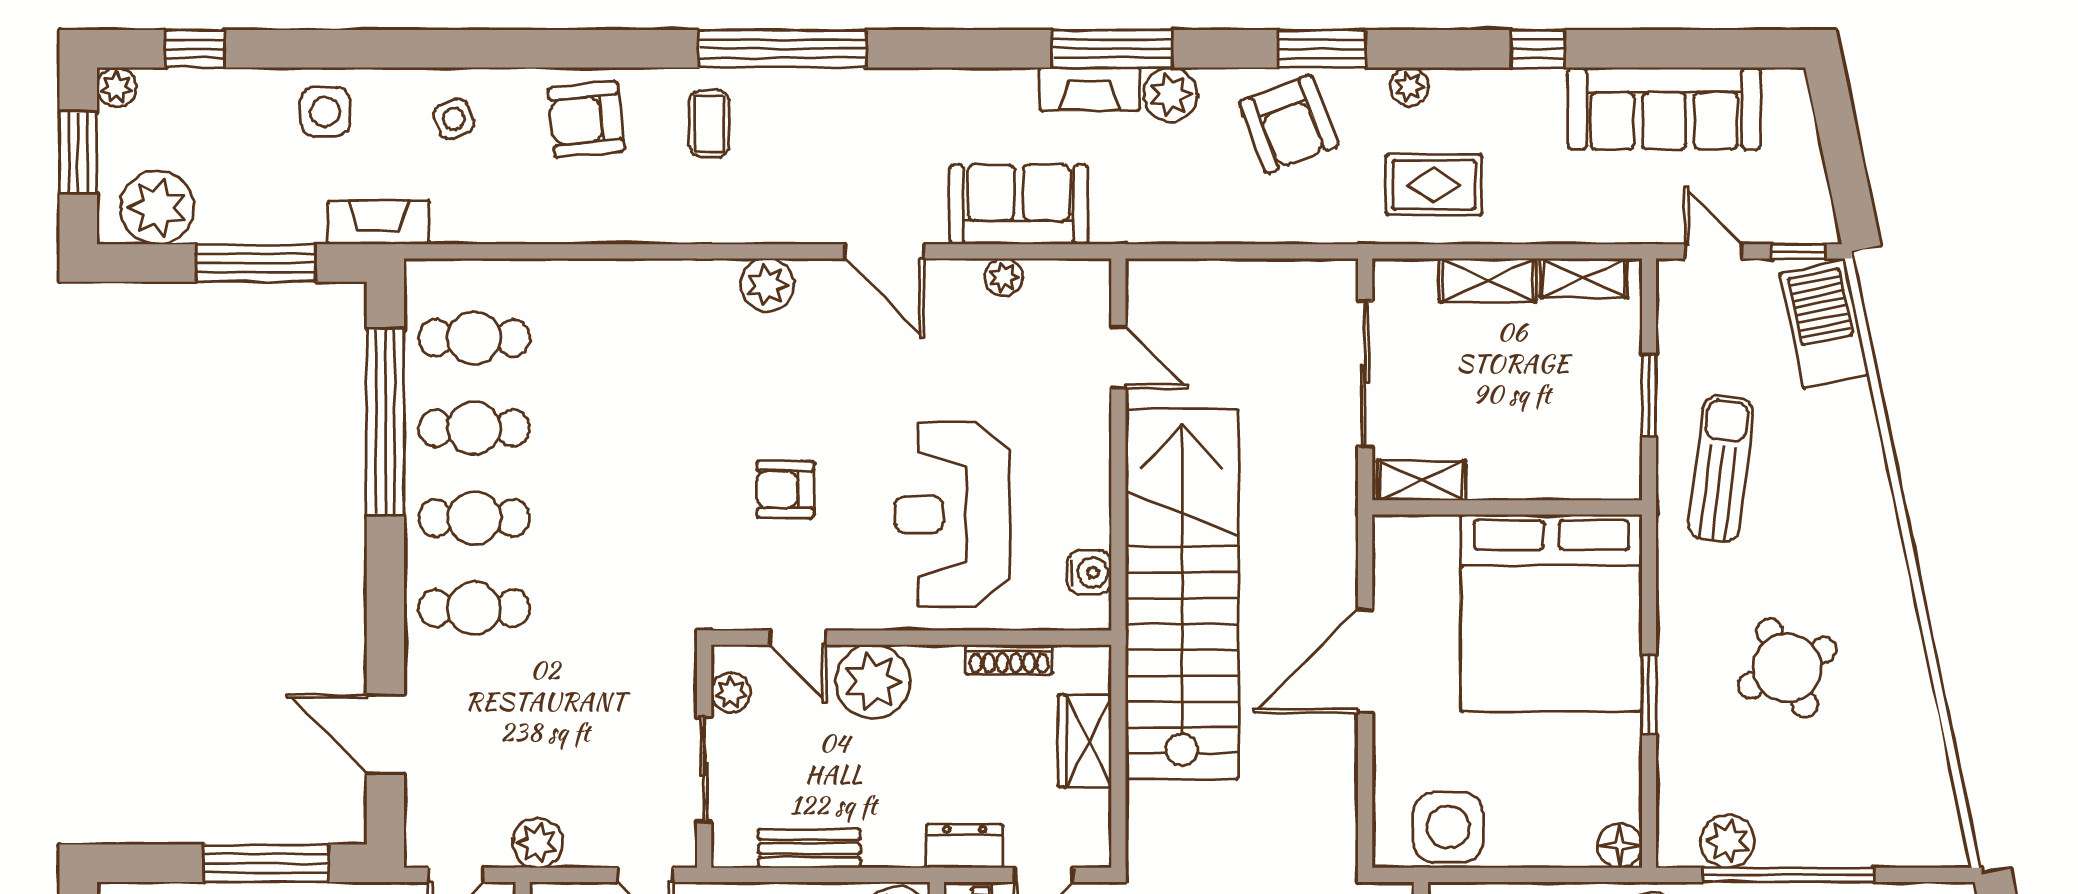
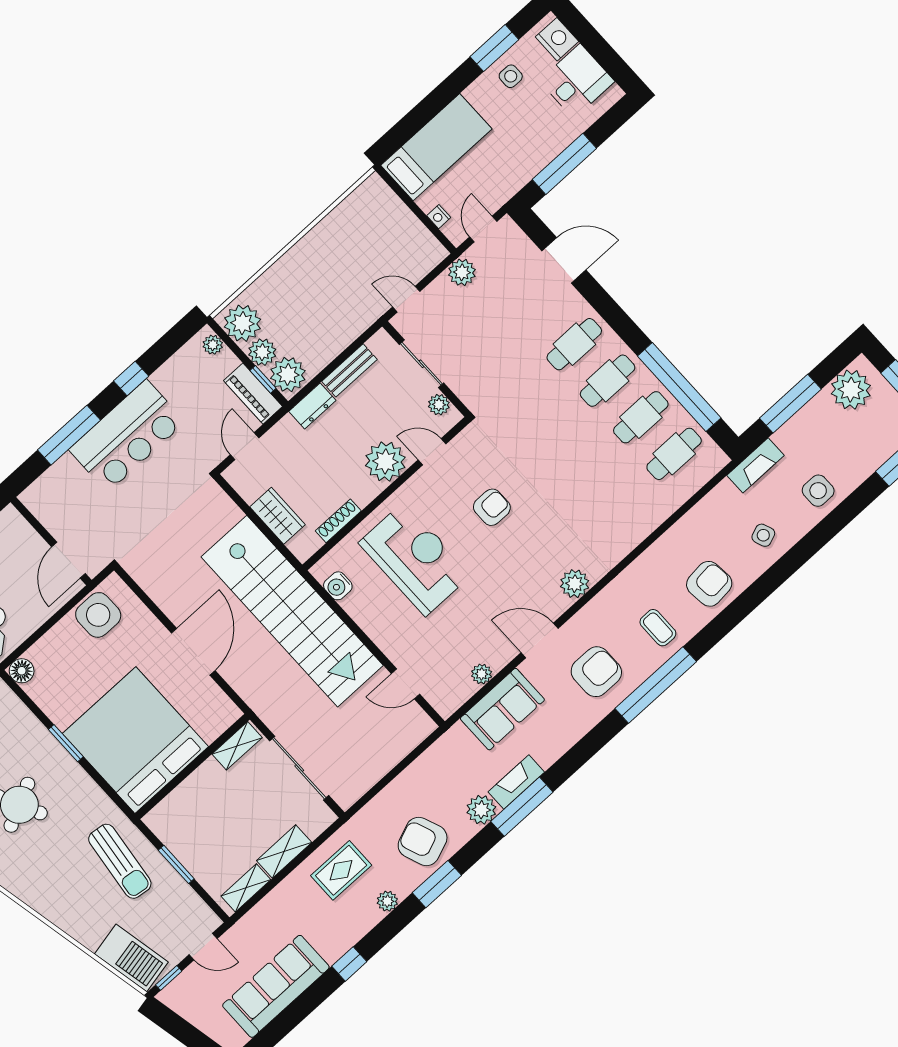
armchair: (846, 140) -> (596, 672), added
dresser: (964, 846) -> (312, 406), moved

